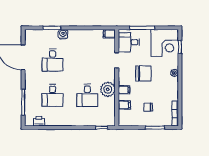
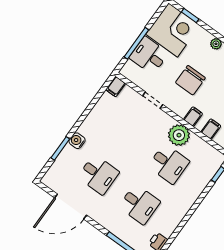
desk: (129, 42) -> (149, 55), moved, turned 90
chair: (143, 73) -> (190, 80), turned 180

